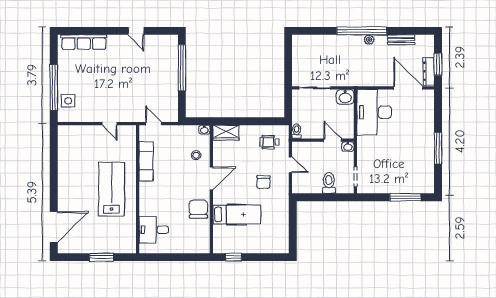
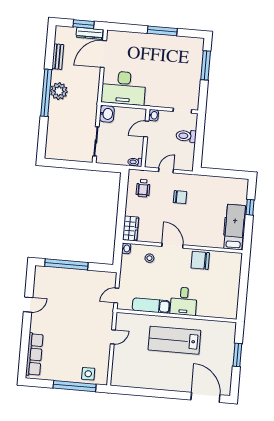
plant: (369, 40) -> (59, 91), width x1.88, depth x1.88
hospital bed: (237, 215) -> (235, 227), moved
desk: (154, 230) -> (184, 301), moved
window: (234, 257) -> (250, 207), moved

